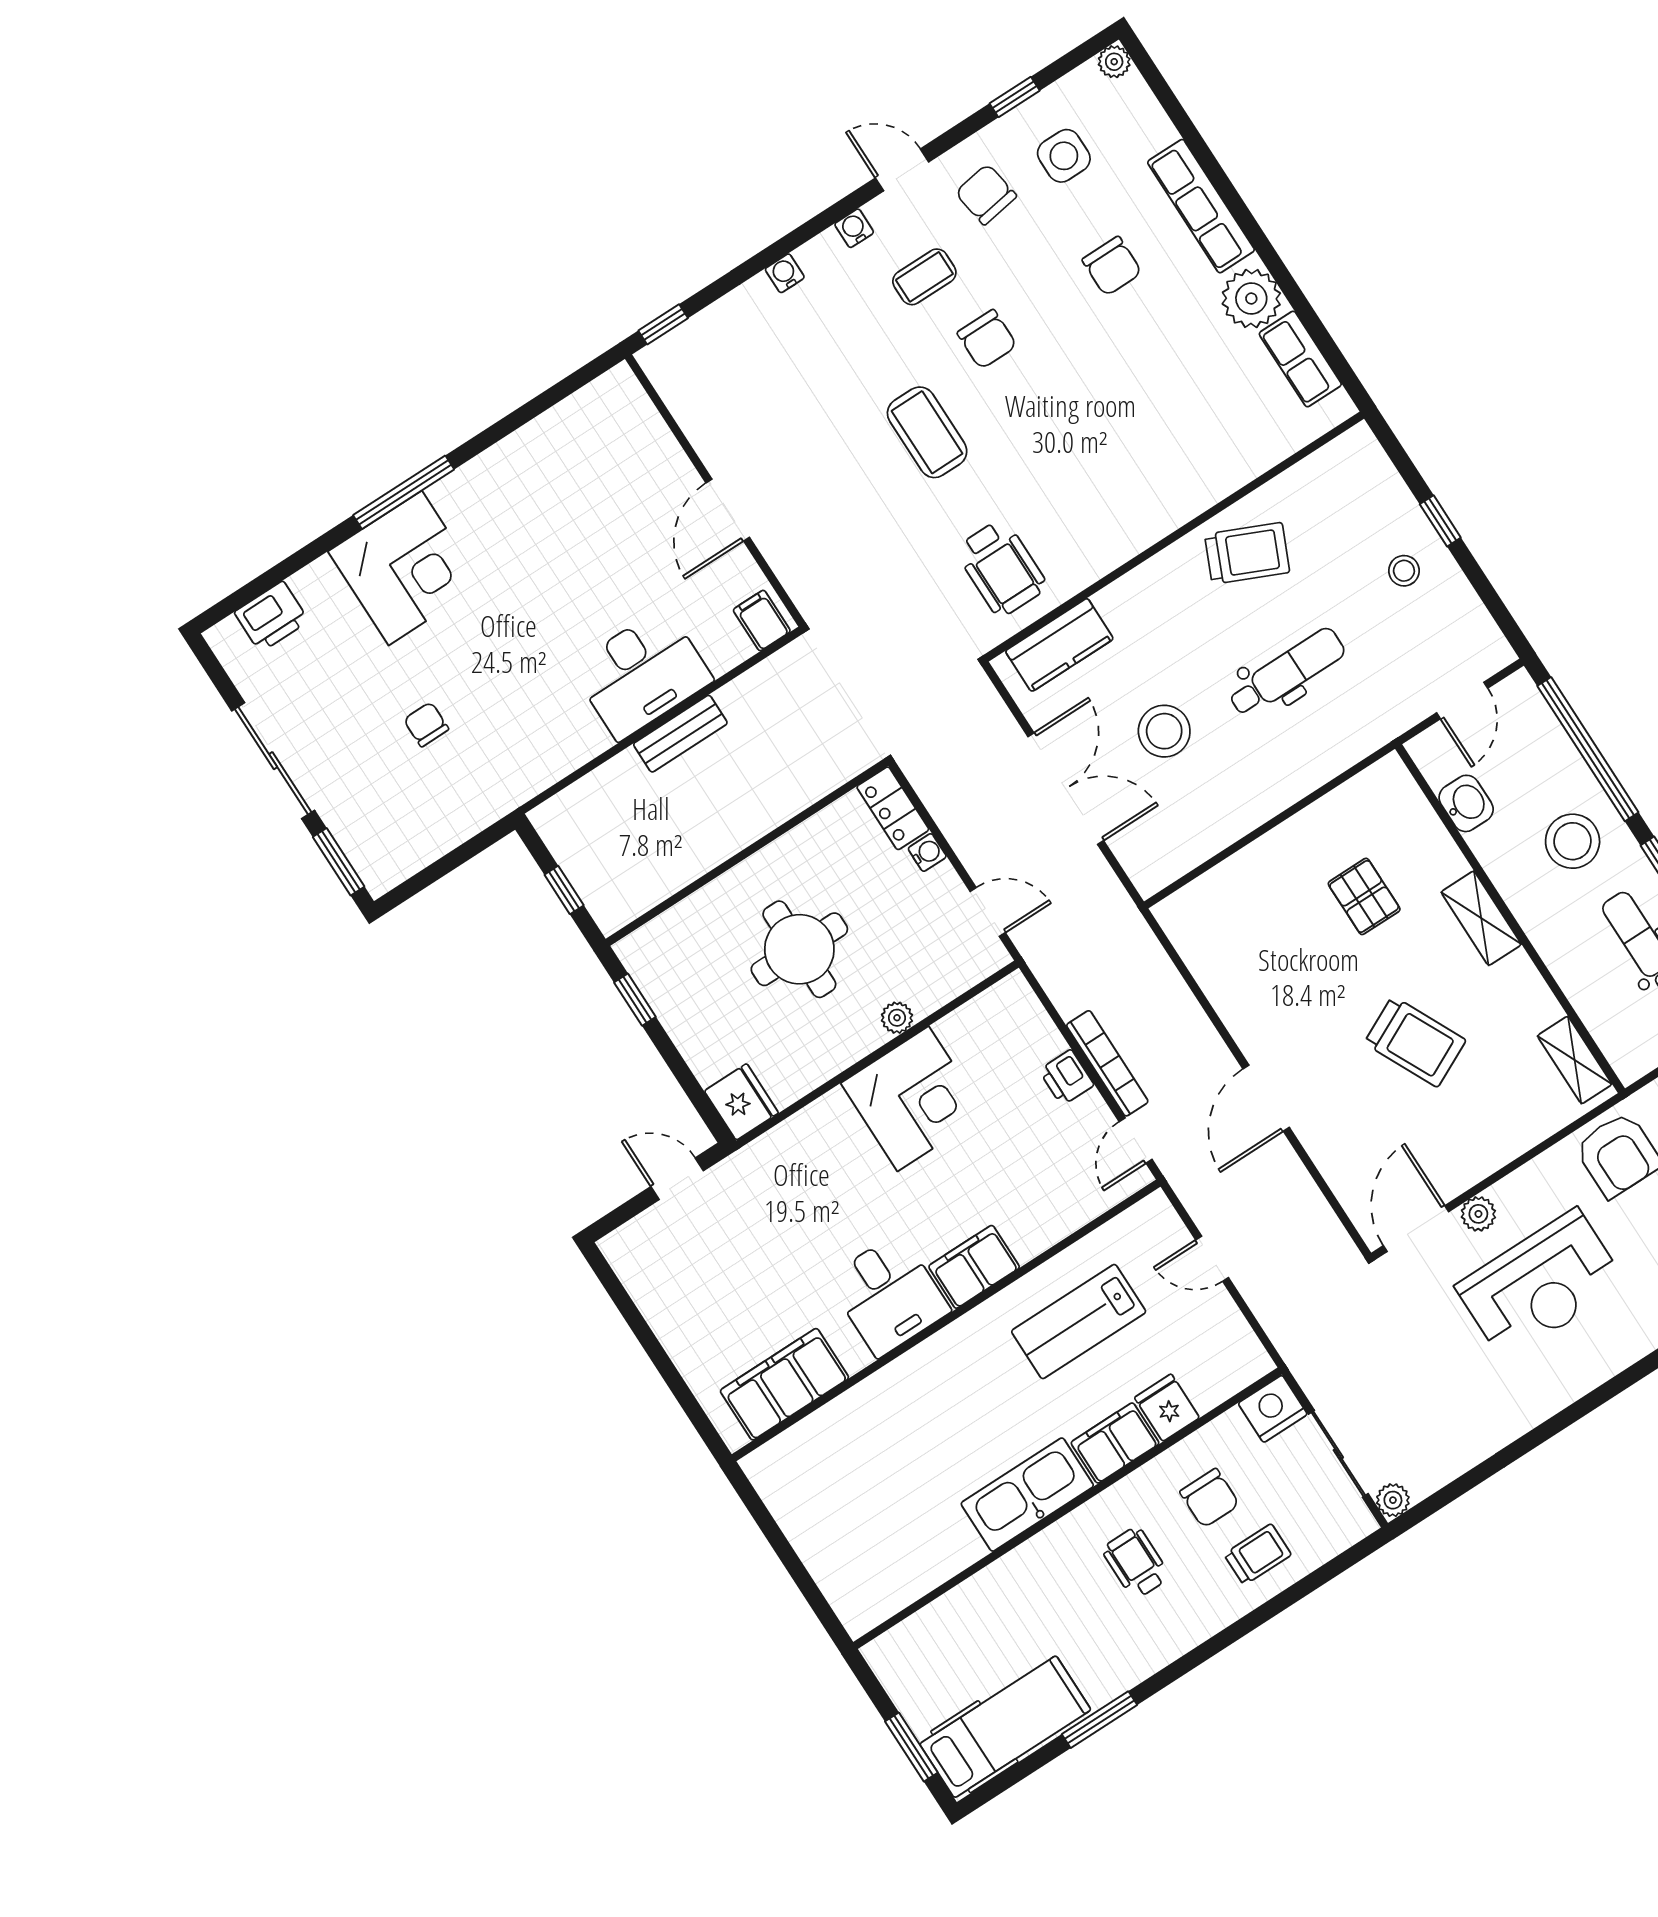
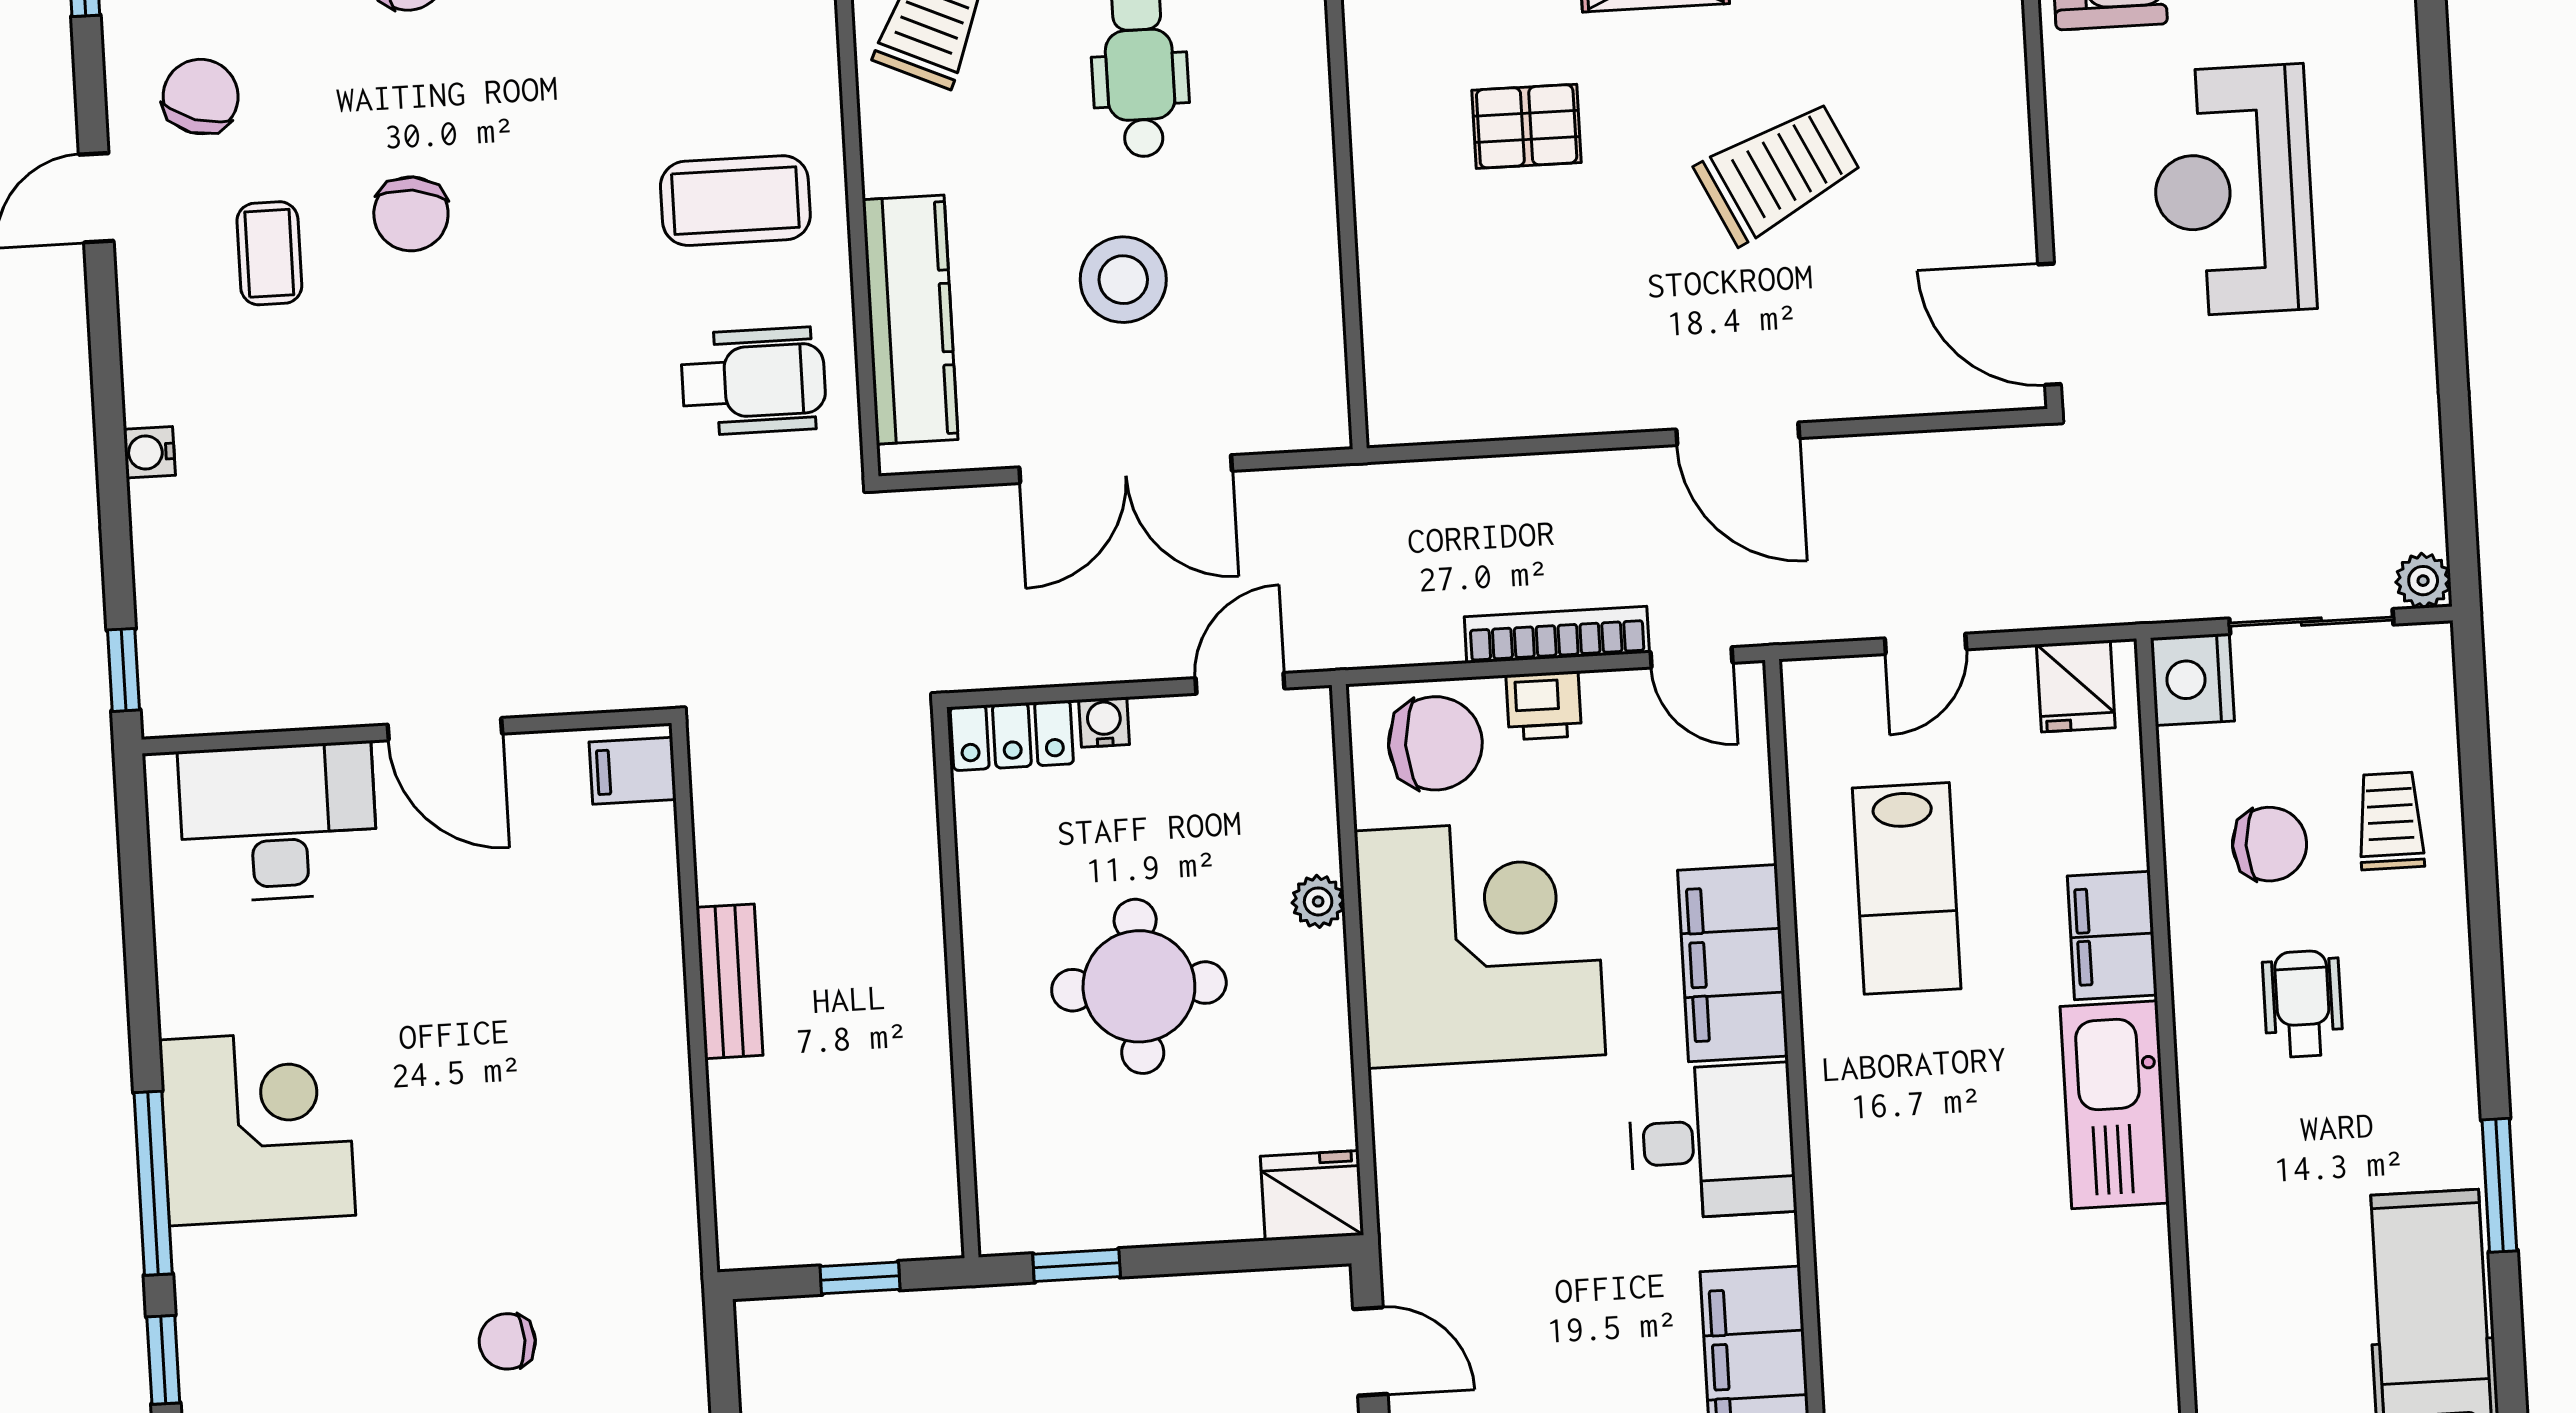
chair: (986, 194) -> (201, 97), turned 117
water cooler: (854, 228) -> (141, 315), removed
chair: (987, 339) -> (411, 214), turned 97
coffee table: (927, 432) -> (735, 201), moved
window: (314, 550) -> (163, 1360), added
corner desk: (405, 568) -> (257, 1128), moved
kitchen counter: (1059, 645) -> (910, 320), width x1.50
desk: (642, 673) -> (278, 822), moved, turned -90
double door: (1066, 789) -> (1126, 469), swing flipped
chair: (1014, 1032) -> (1435, 743), added
corner desk: (913, 1099) -> (1480, 943), width x1.36, depth x1.36
door: (677, 1179) -> (1370, 1351), swing flipped
plant: (1478, 1214) -> (2079, 222), removed
filing cabinet: (974, 1267) -> (1733, 963), width x1.50, depth x1.17
reception desk: (1540, 1285) -> (2233, 190), turned 180
fridge: (1167, 1408) -> (2076, 686), moved, turned -90
wheelchair: (1136, 1563) -> (2303, 1004), turned 90

